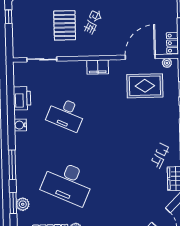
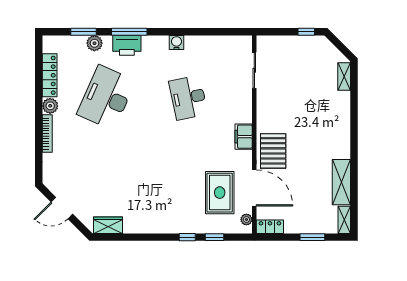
pallet: (65, 25) -> (273, 151), moved, turned 90
printer: (22, 98) -> (127, 45), moved
desk: (66, 114) -> (188, 98), turned -36
plant: (23, 204) -> (94, 43), moved

